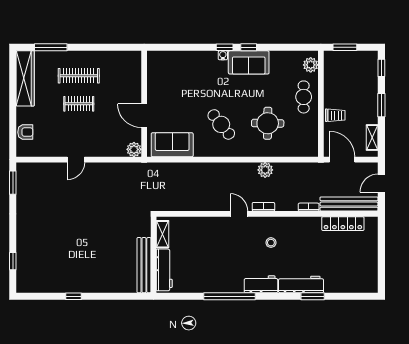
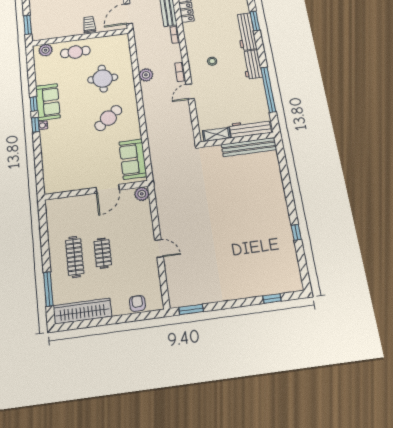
shelving: (162, 234) -> (216, 134), moved
wall: (154, 255) -> (237, 140), moved
bench: (144, 265) -> (249, 147), moved
workbench: (164, 270) -> (250, 128), moved

